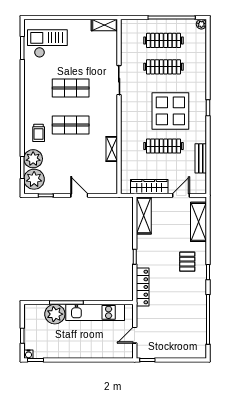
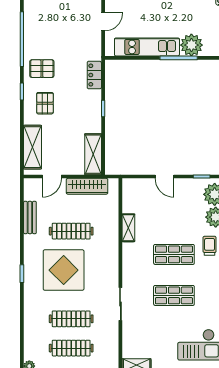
locker: (143, 287) -> (94, 75), width x0.66
pallet: (190, 293) -> (42, 69), added

